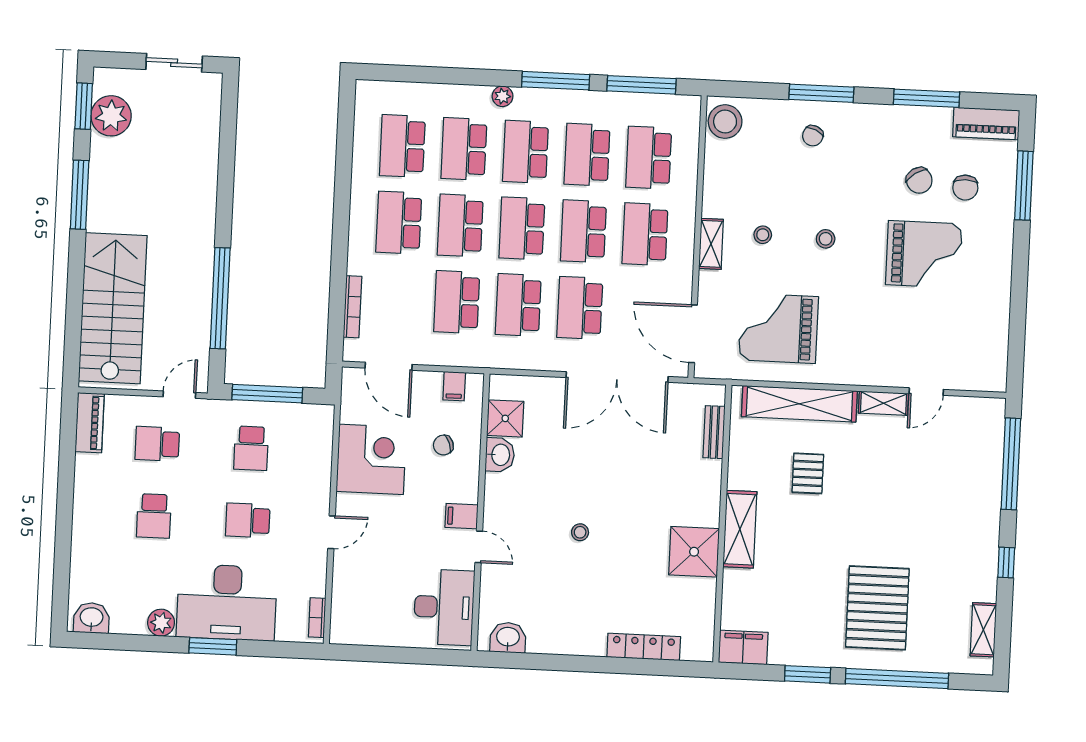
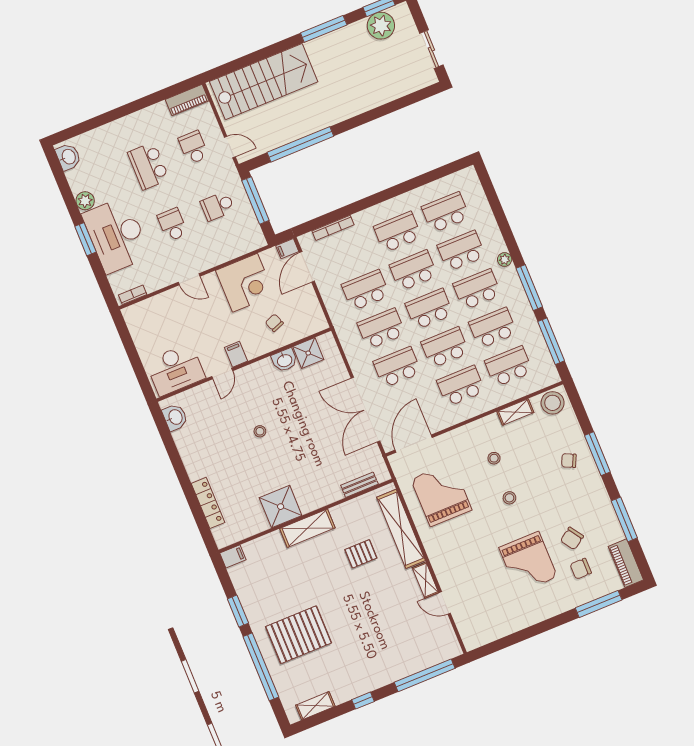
shelving: (711, 244) -> (515, 412), moved
filing cabinet: (454, 386) -> (287, 249), moved
school desk: (154, 516) -> (148, 166), width x1.85
filing cabinet: (743, 647) -> (233, 556), width x0.50

